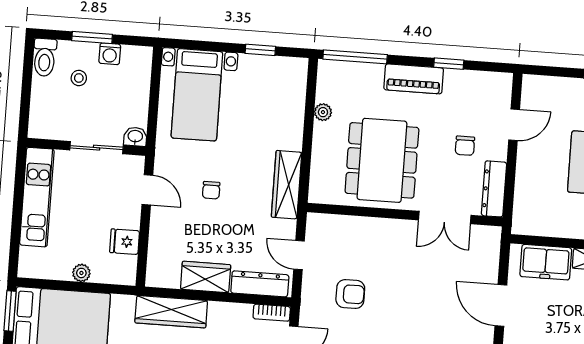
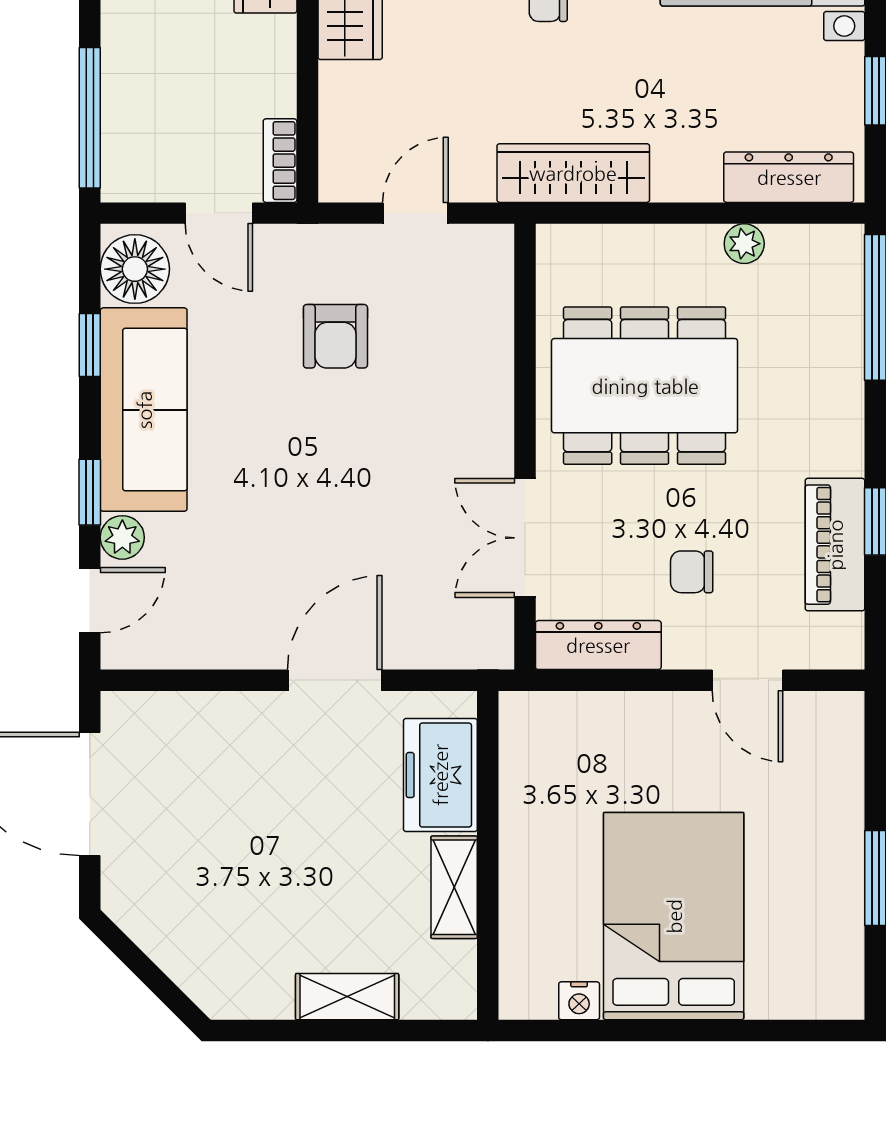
piano: (414, 79) -> (835, 545), moved
dresser: (260, 284) -> (789, 177), moved, turned -90

